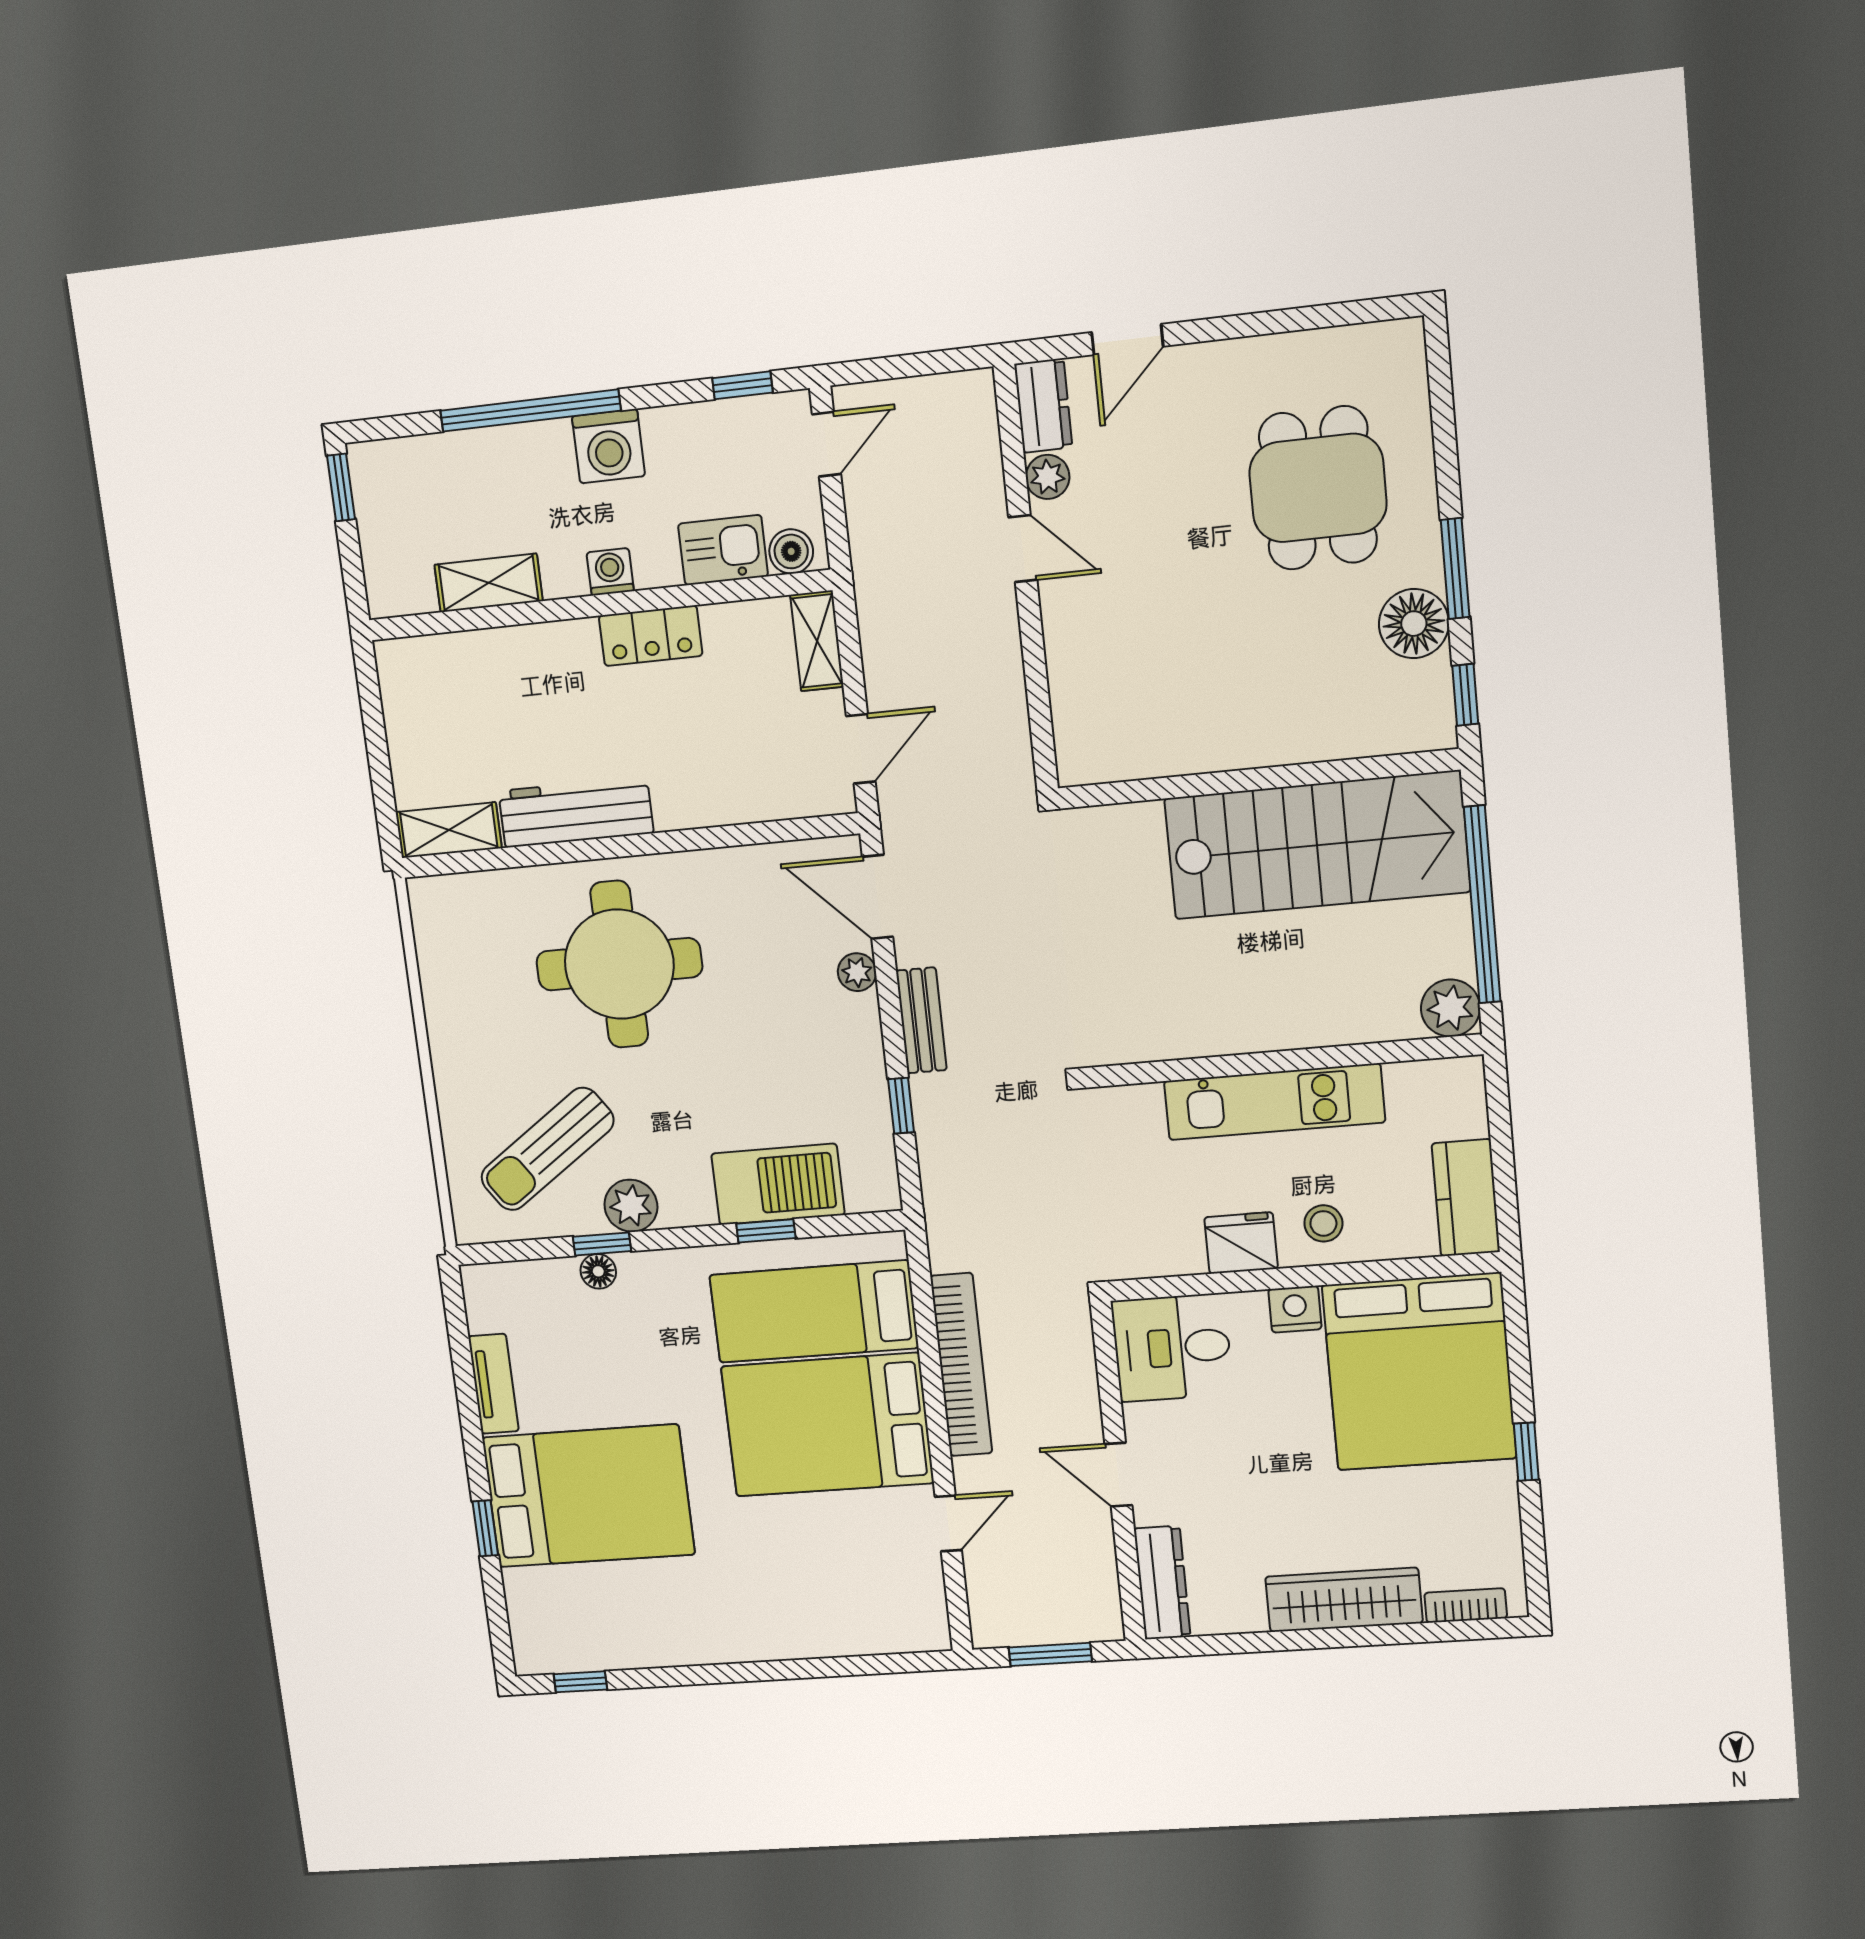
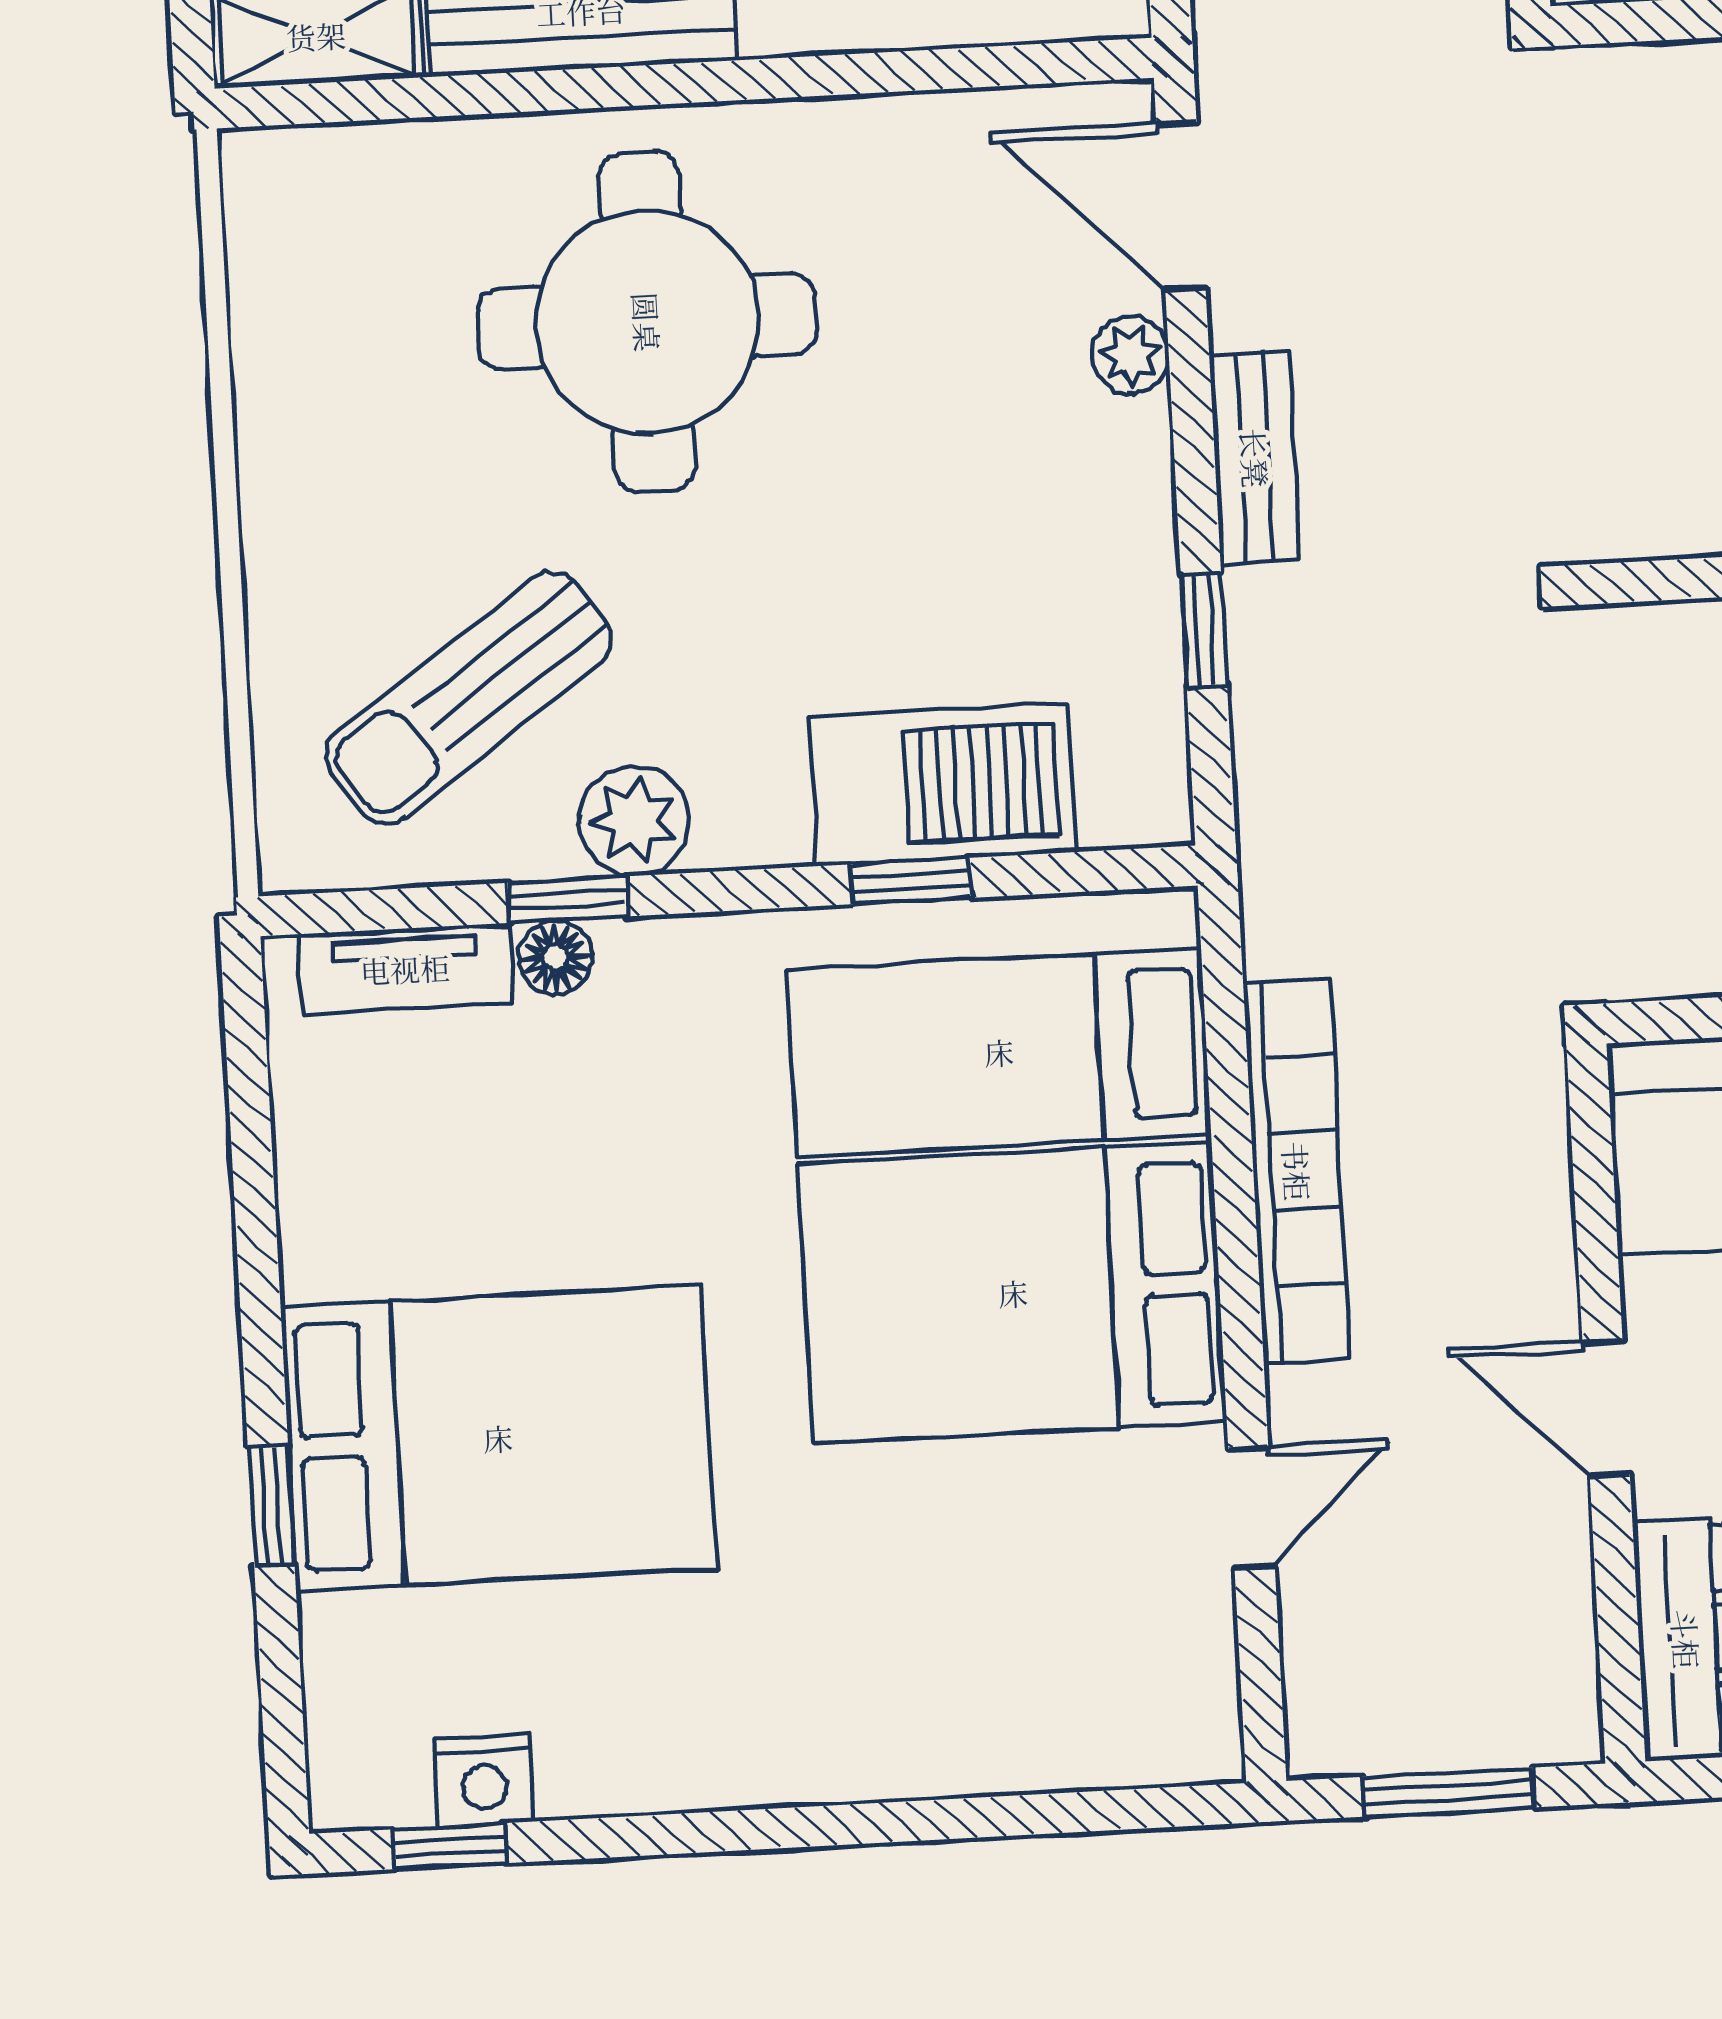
tv unit: (494, 1384) -> (405, 969), moved, turned 90
nightstand: (594, 1652) -> (484, 1780), added

